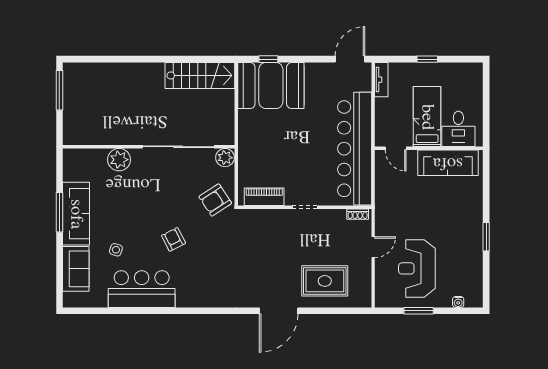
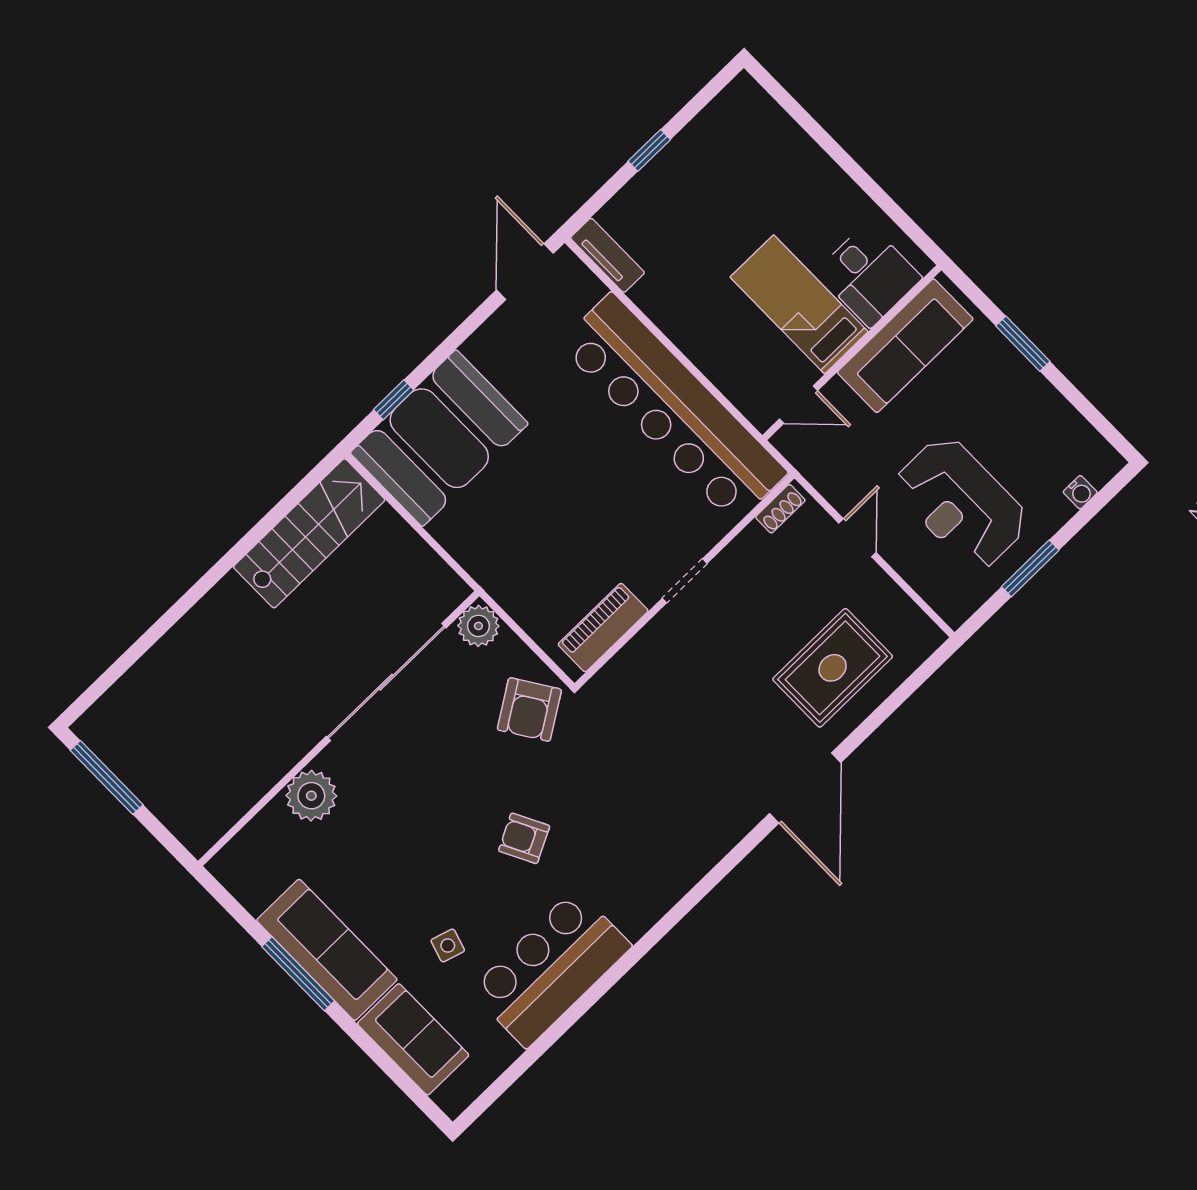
bed: (427, 117) -> (799, 304), moved
desk: (458, 129) -> (869, 275), moved
door: (396, 148) -> (798, 405), moved
wall: (429, 148) -> (852, 353), moved
sofa: (448, 163) -> (905, 346), moved

